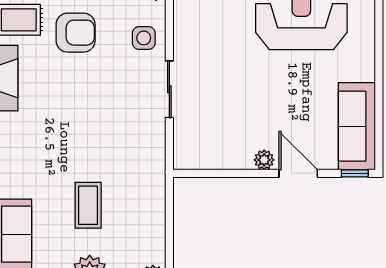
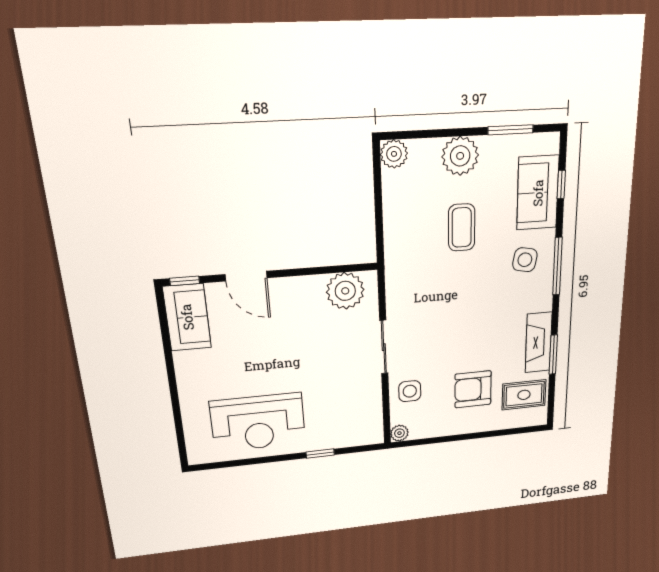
sofa: (357, 126) -> (187, 317), width x0.73
plant: (264, 160) -> (345, 291), moved, width x1.87, depth x1.87
side table: (22, 168) -> (525, 260), added

